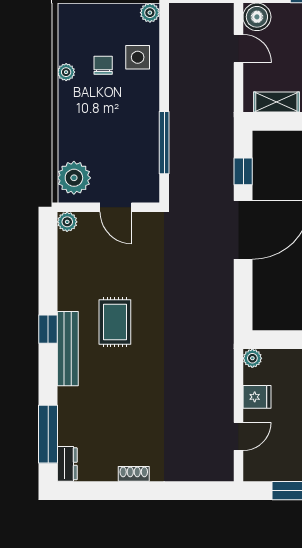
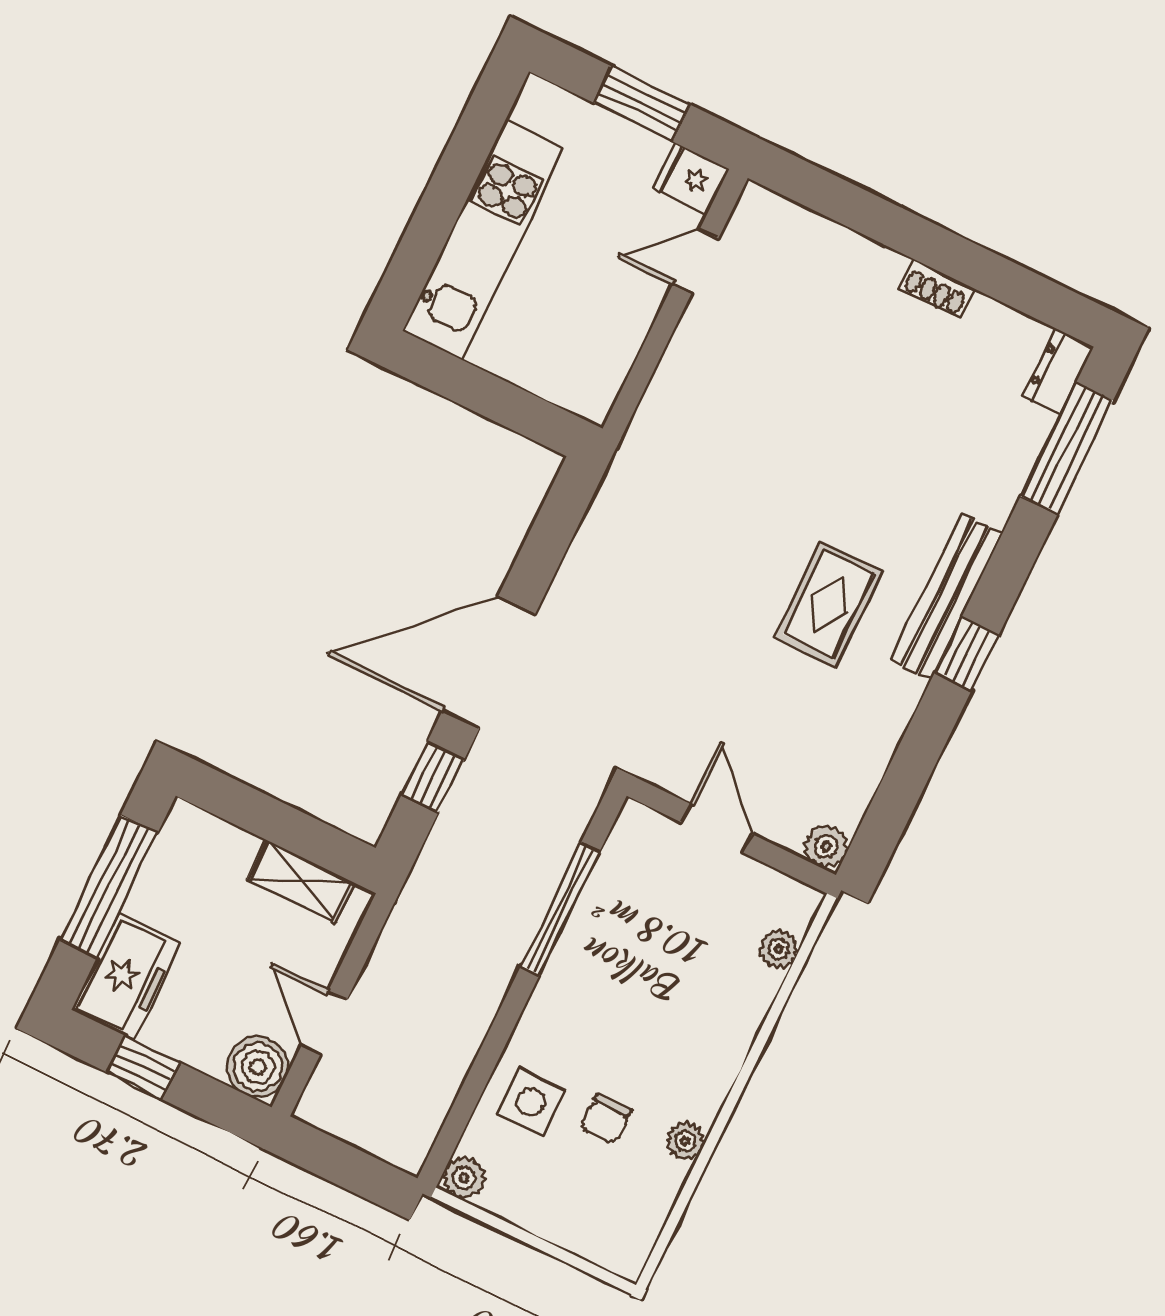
plant: (74, 178) -> (779, 949), width x0.53, depth x0.53
plant: (252, 358) -> (593, 402), removed
fridge: (257, 397) -> (691, 179), moved

